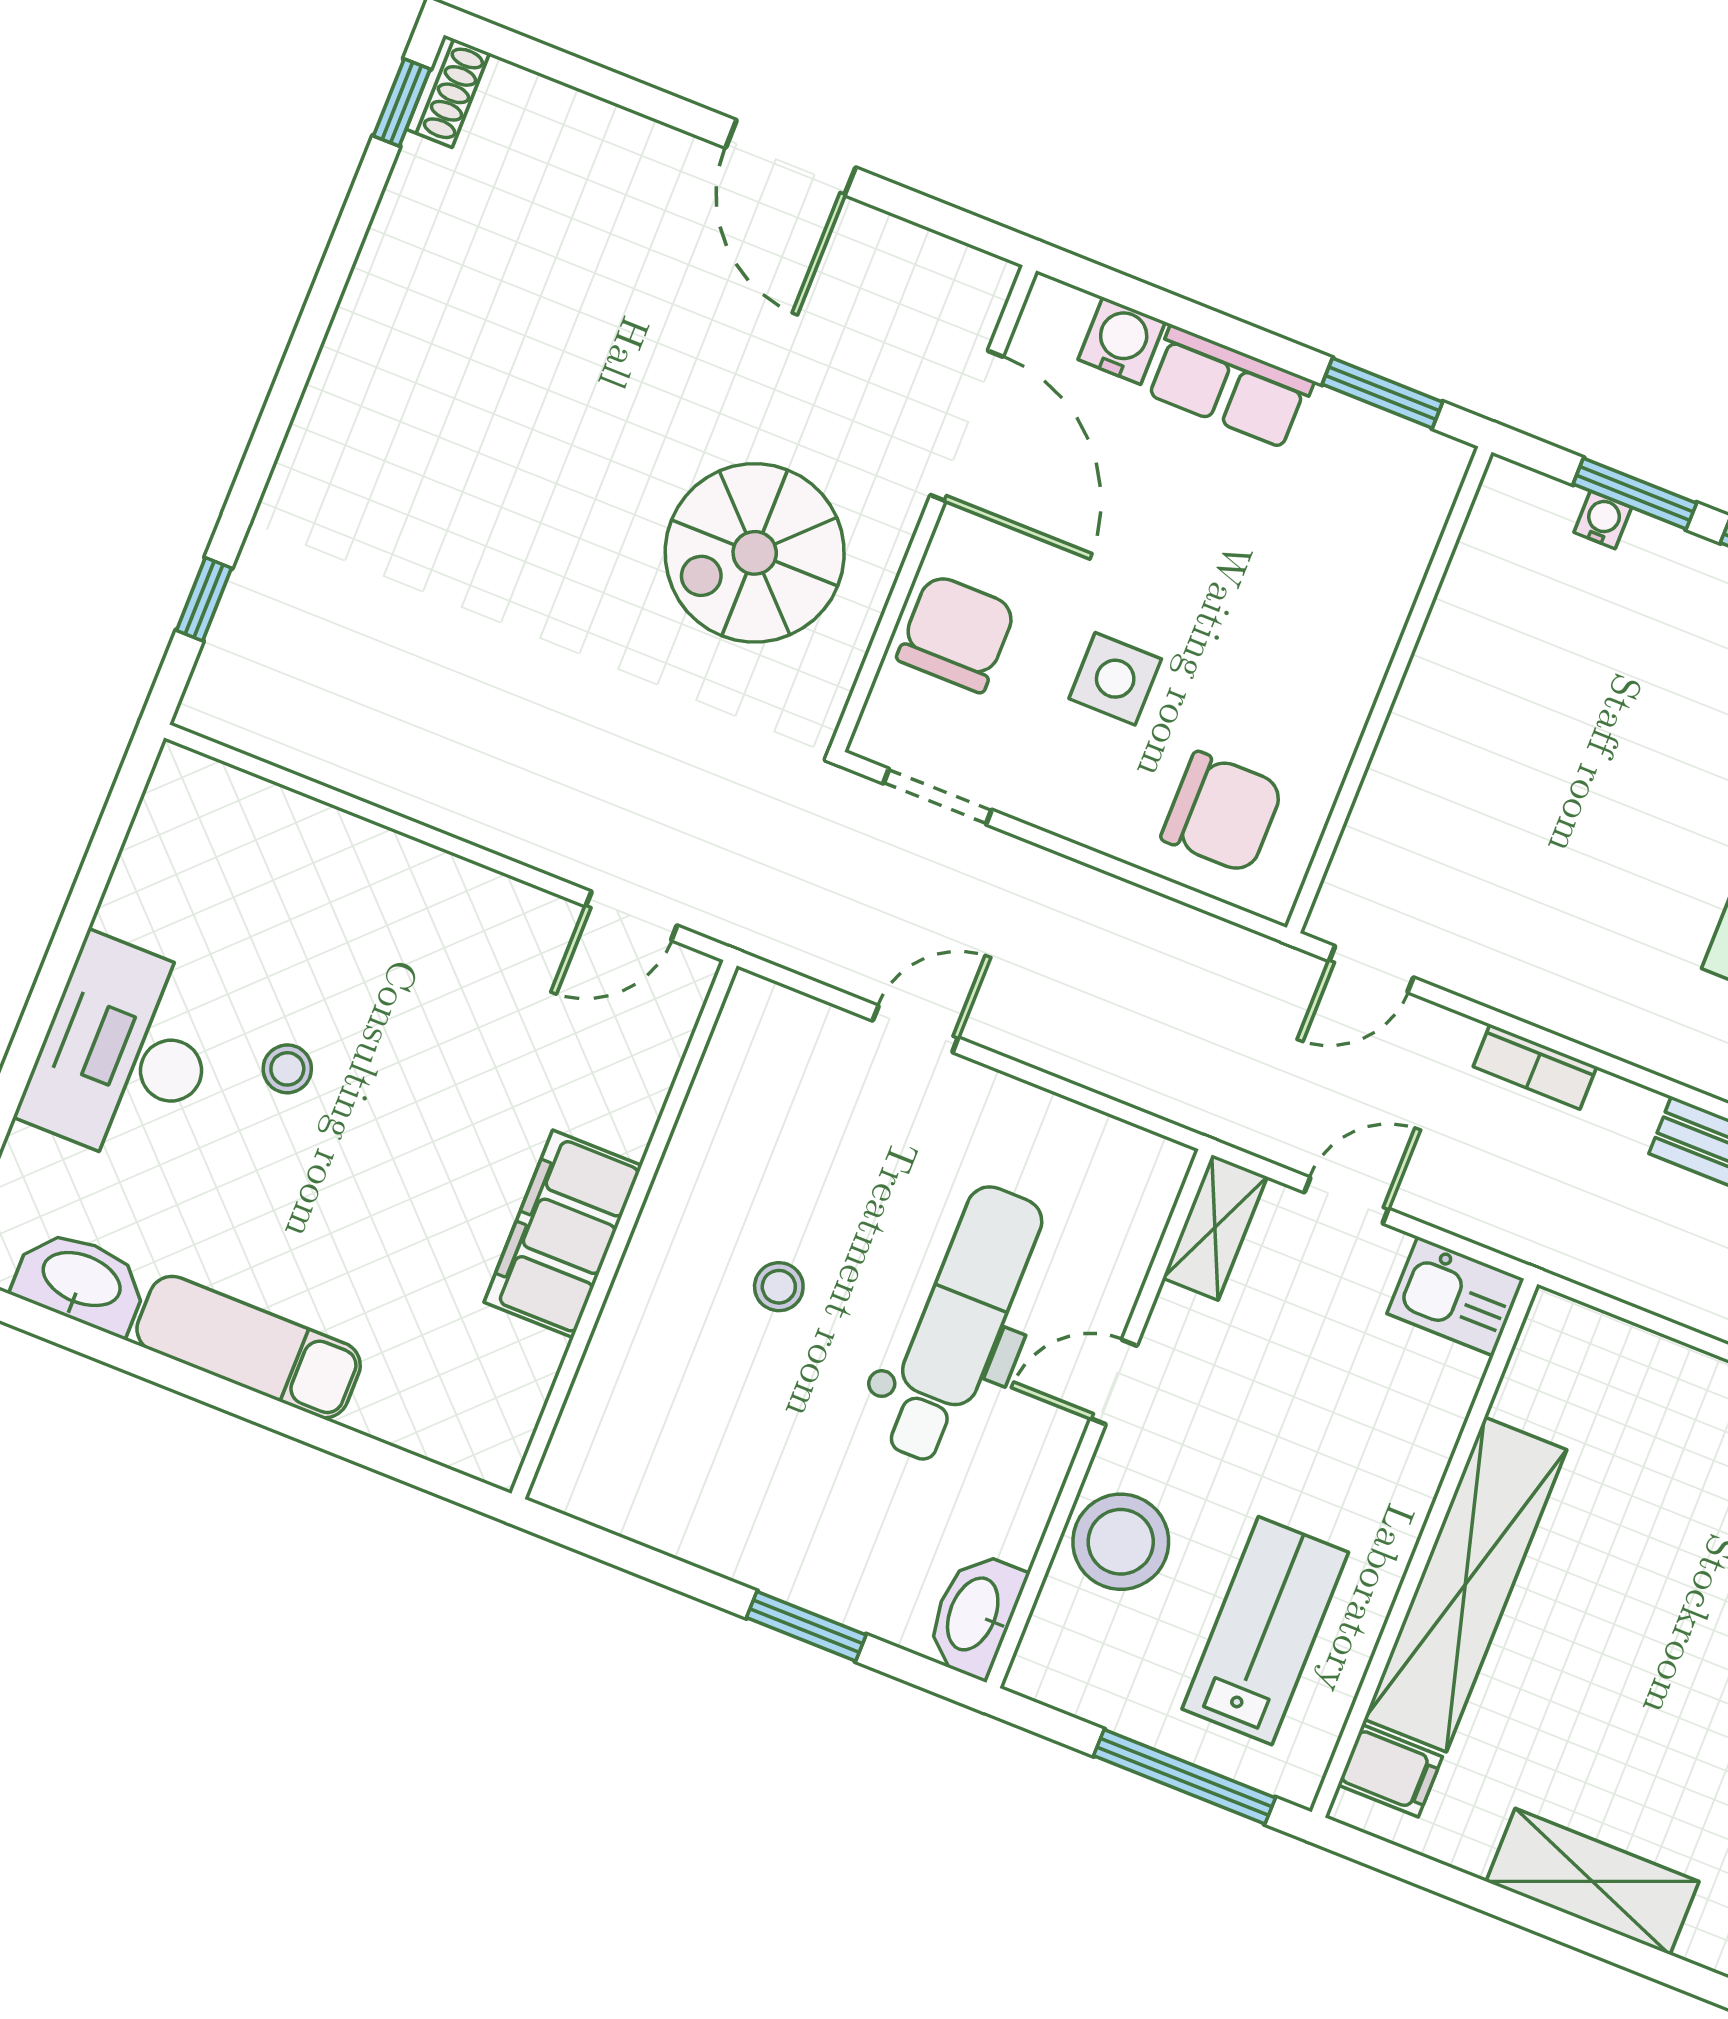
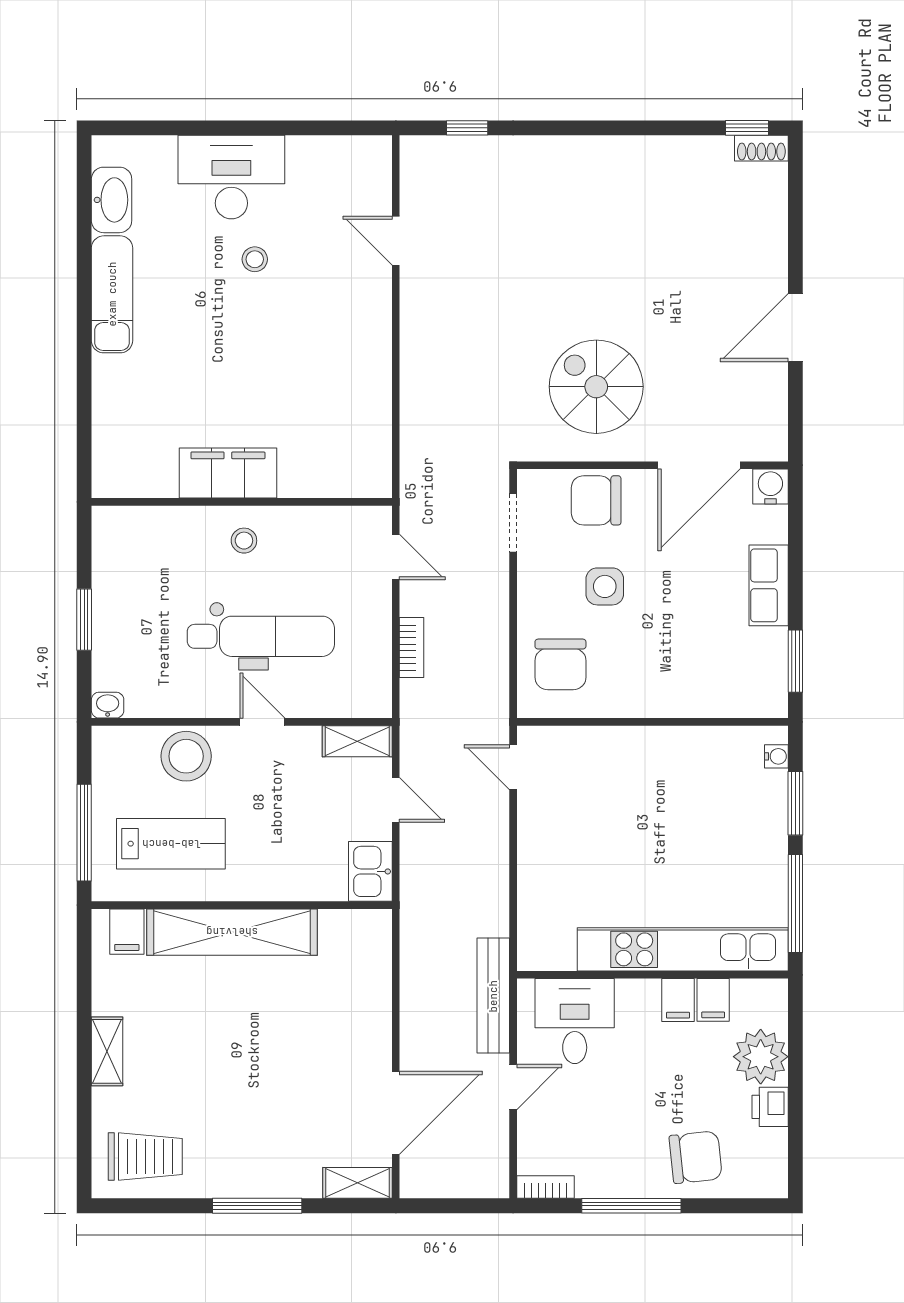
water cooler: (1122, 341) -> (770, 487), moved, turned -90
water cooler: (1603, 520) -> (776, 756), moved
chair: (956, 633) -> (596, 500), turned 180
door: (631, 916) -> (396, 241), moved
bookcase: (1535, 1067) -> (411, 648), moved, turned 180
wall: (624, 1230) -> (242, 502), moved
filing cabinet: (563, 1234) -> (228, 473), moved
washbasin: (975, 1615) -> (108, 705), width x0.52, depth x0.69
shelving: (1593, 1881) -> (107, 1051), width x0.67, depth x0.75

